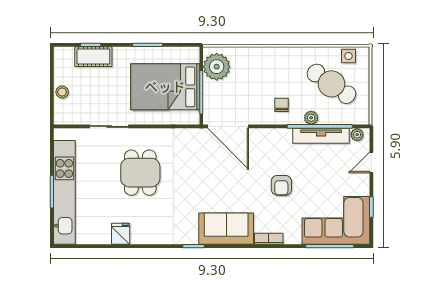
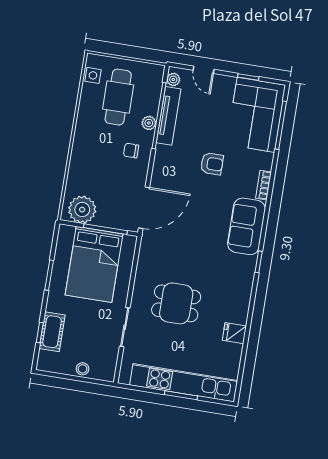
cafe table: (331, 84) -> (118, 97), turned -35

